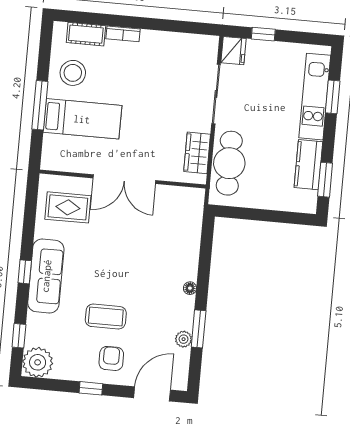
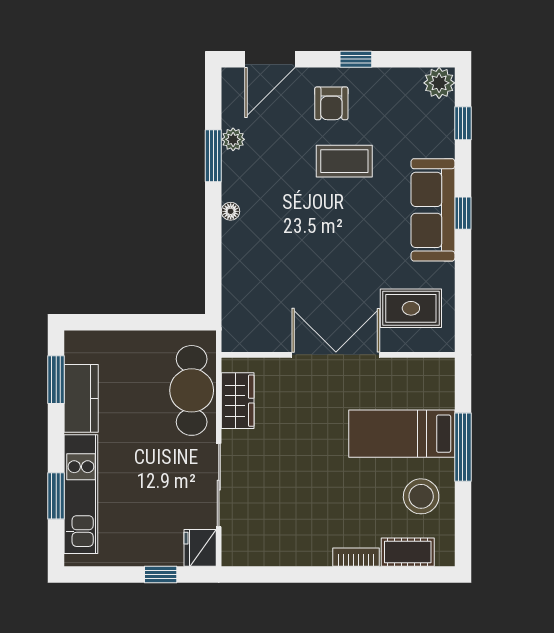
plant: (38, 362) -> (439, 83), width x0.73, depth x0.73

